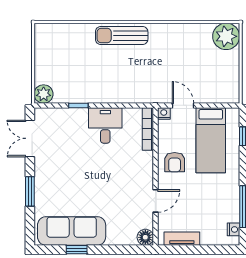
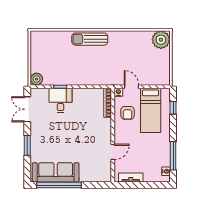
desk: (105, 125) -> (61, 100), moved
armchair: (175, 162) -> (128, 113), moved
floor lamp: (145, 237) -> (106, 177), removed
window: (77, 250) -> (59, 185), width x3.17

